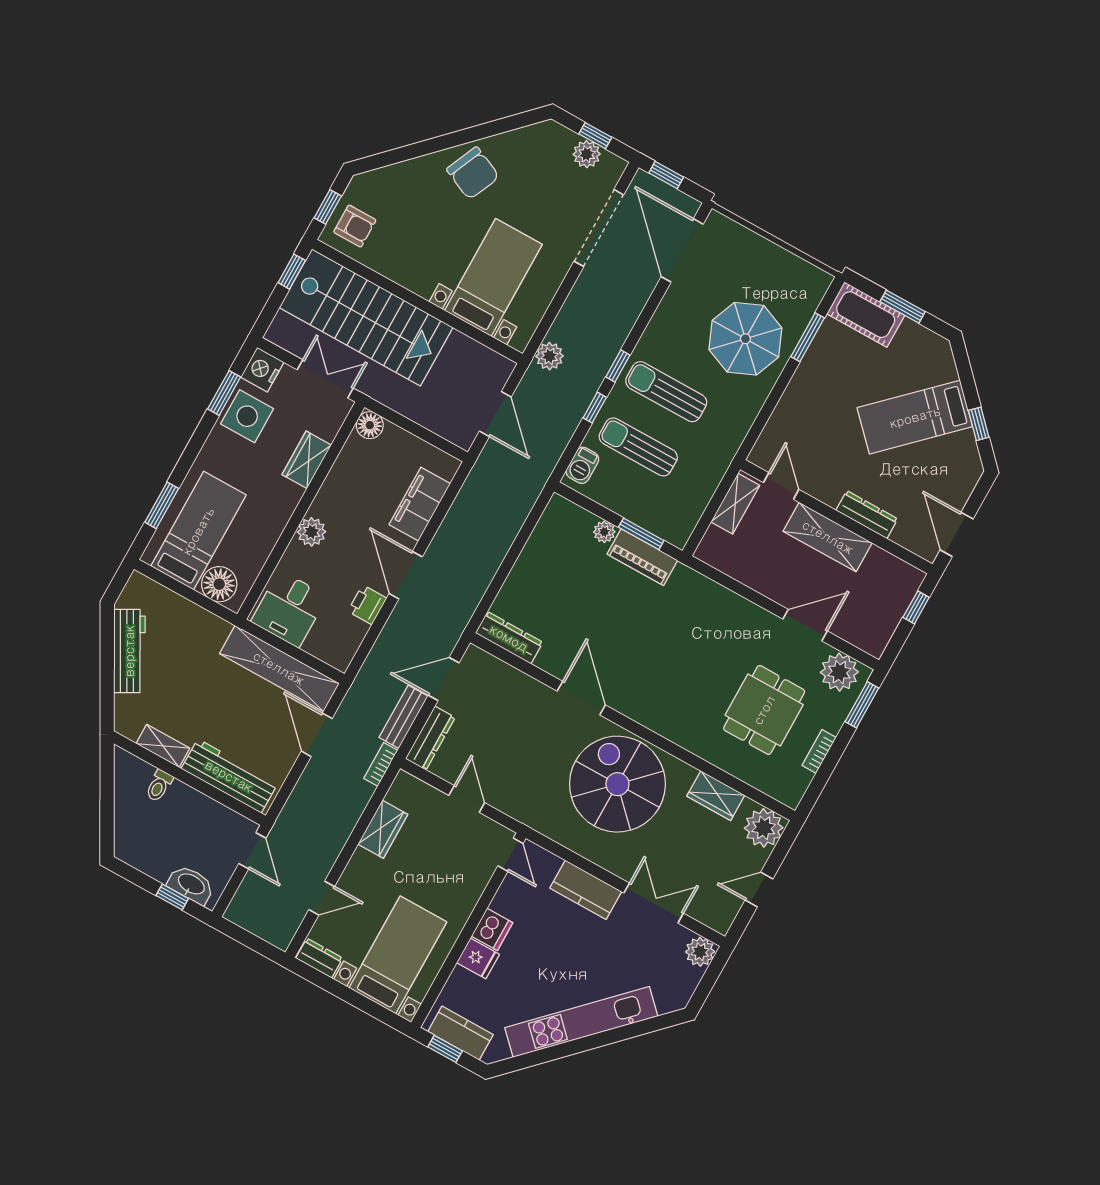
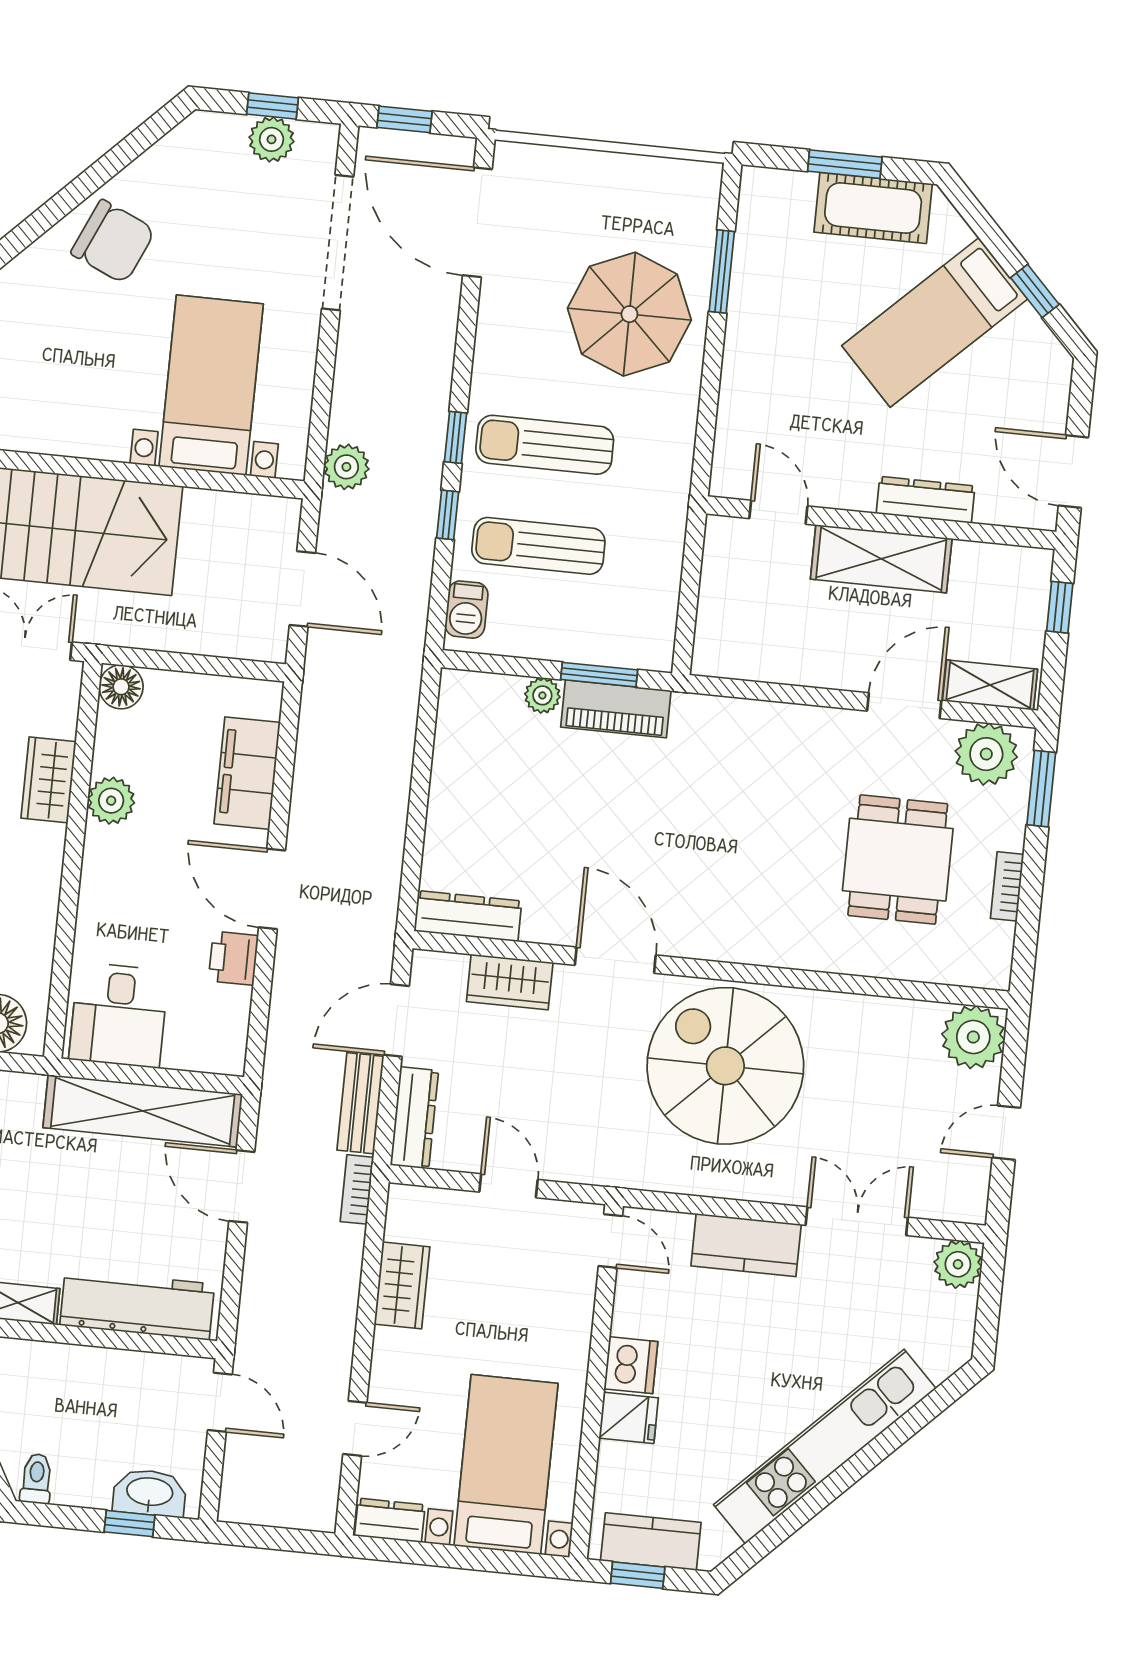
cot: (866, 315) -> (873, 208), moved
shelving: (735, 504) -> (990, 685), moved, turned 90
plant: (312, 532) -> (111, 801), moved
toilet: (159, 786) -> (36, 1479), moved, turned 180
wardrobe: (716, 796) -> (510, 982), moved

